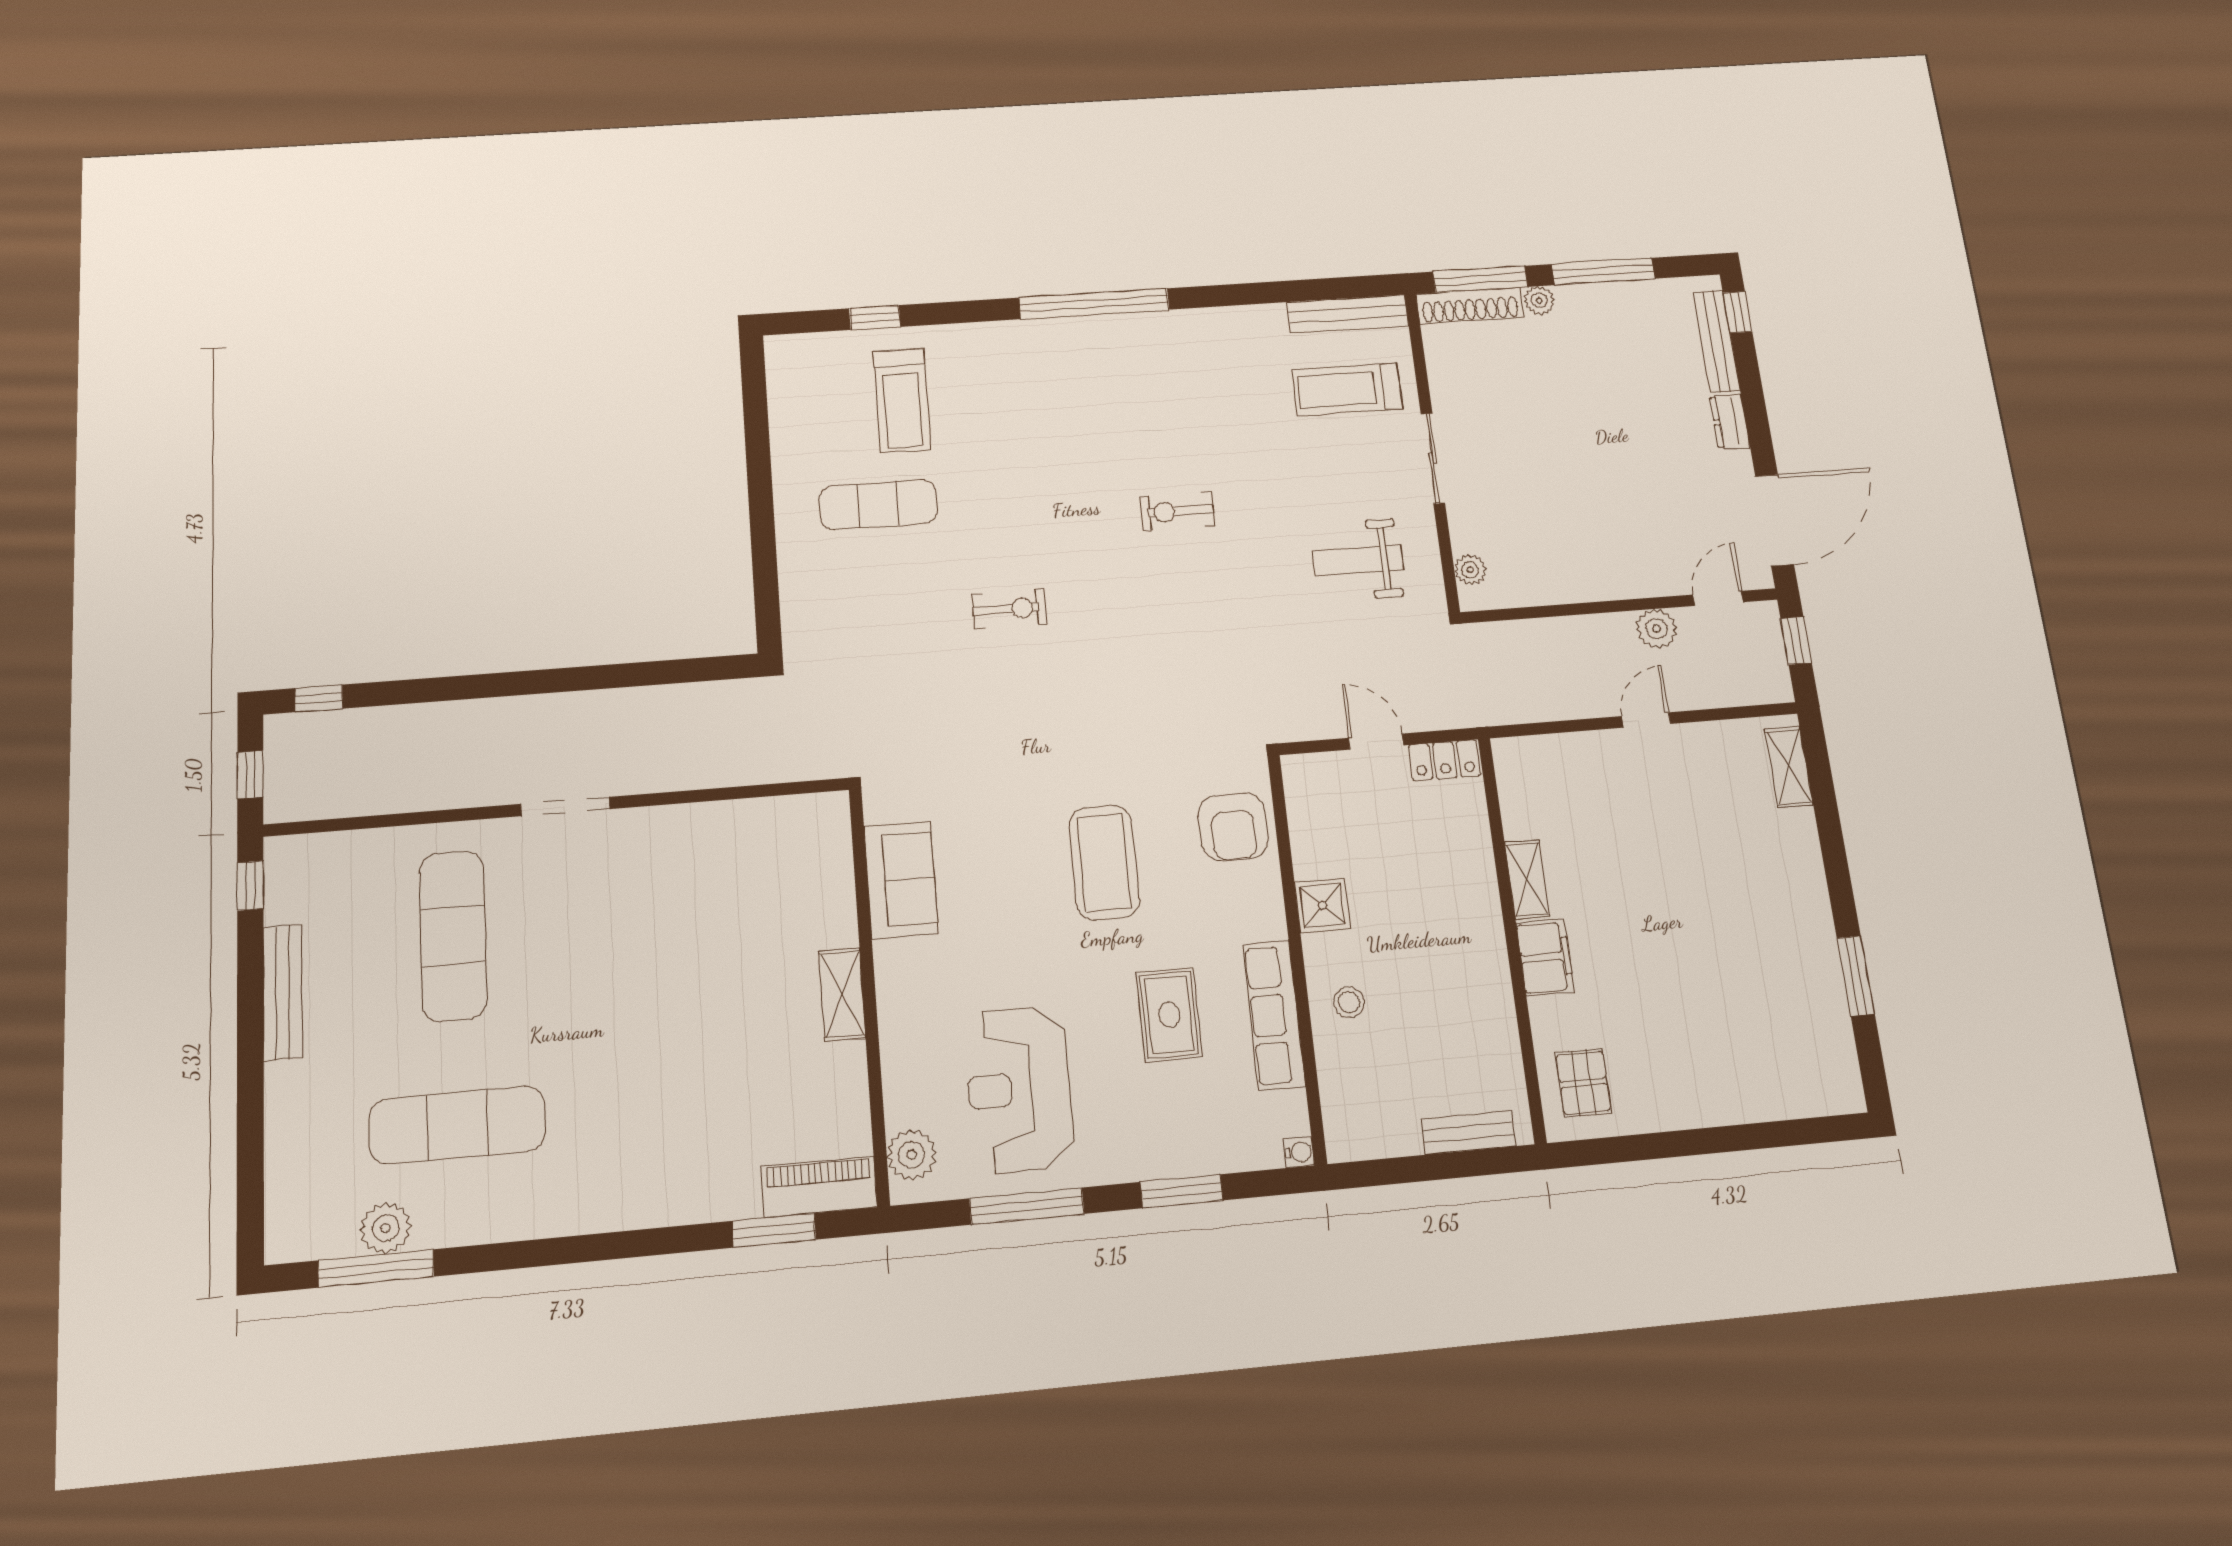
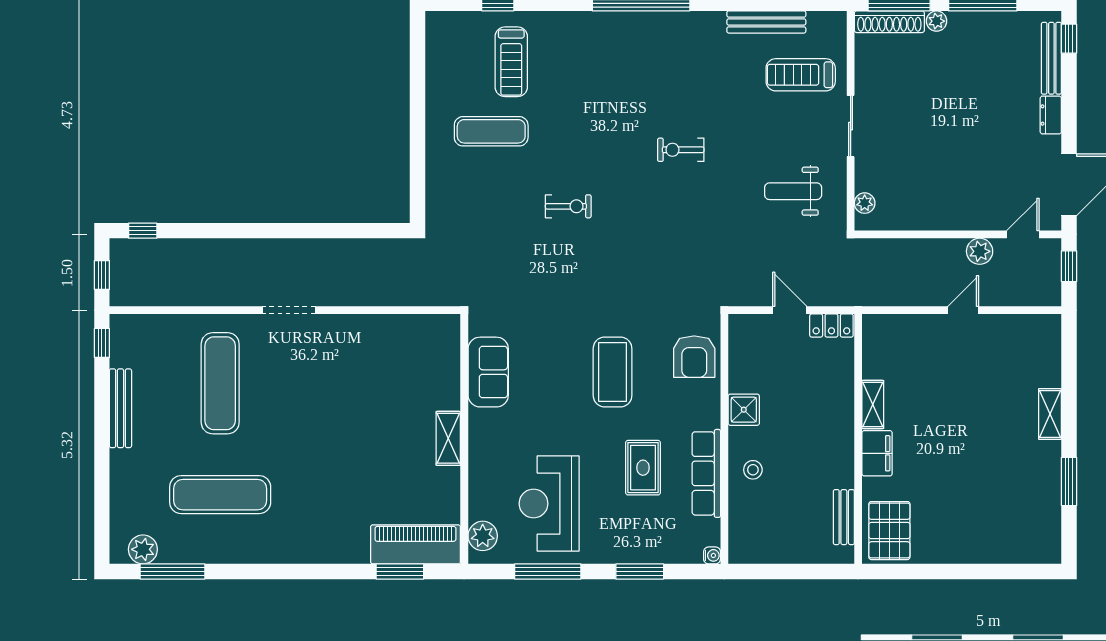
bench: (1348, 314) -> (766, 22), moved
shelving: (1789, 767) -> (1050, 414), moved
pallet: (1583, 1083) -> (889, 531), width x1.50, depth x1.42
bench: (1468, 1133) -> (844, 517), moved, turned 90
piano: (819, 1187) -> (415, 544), width x1.37, depth x1.33
plant: (386, 1228) -> (143, 549), moved

